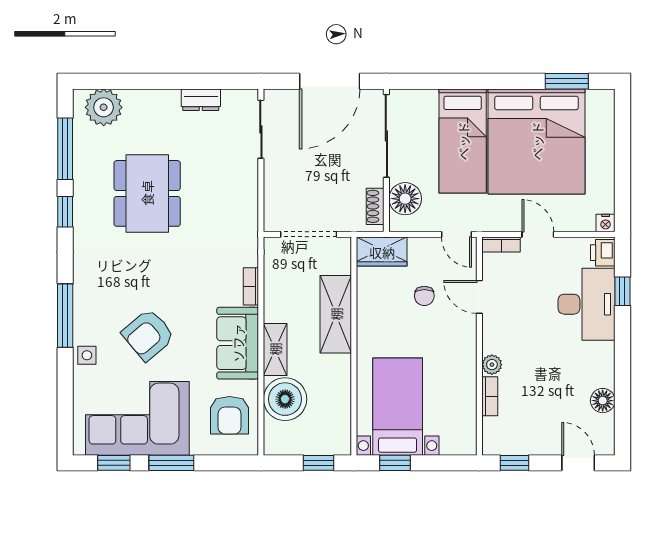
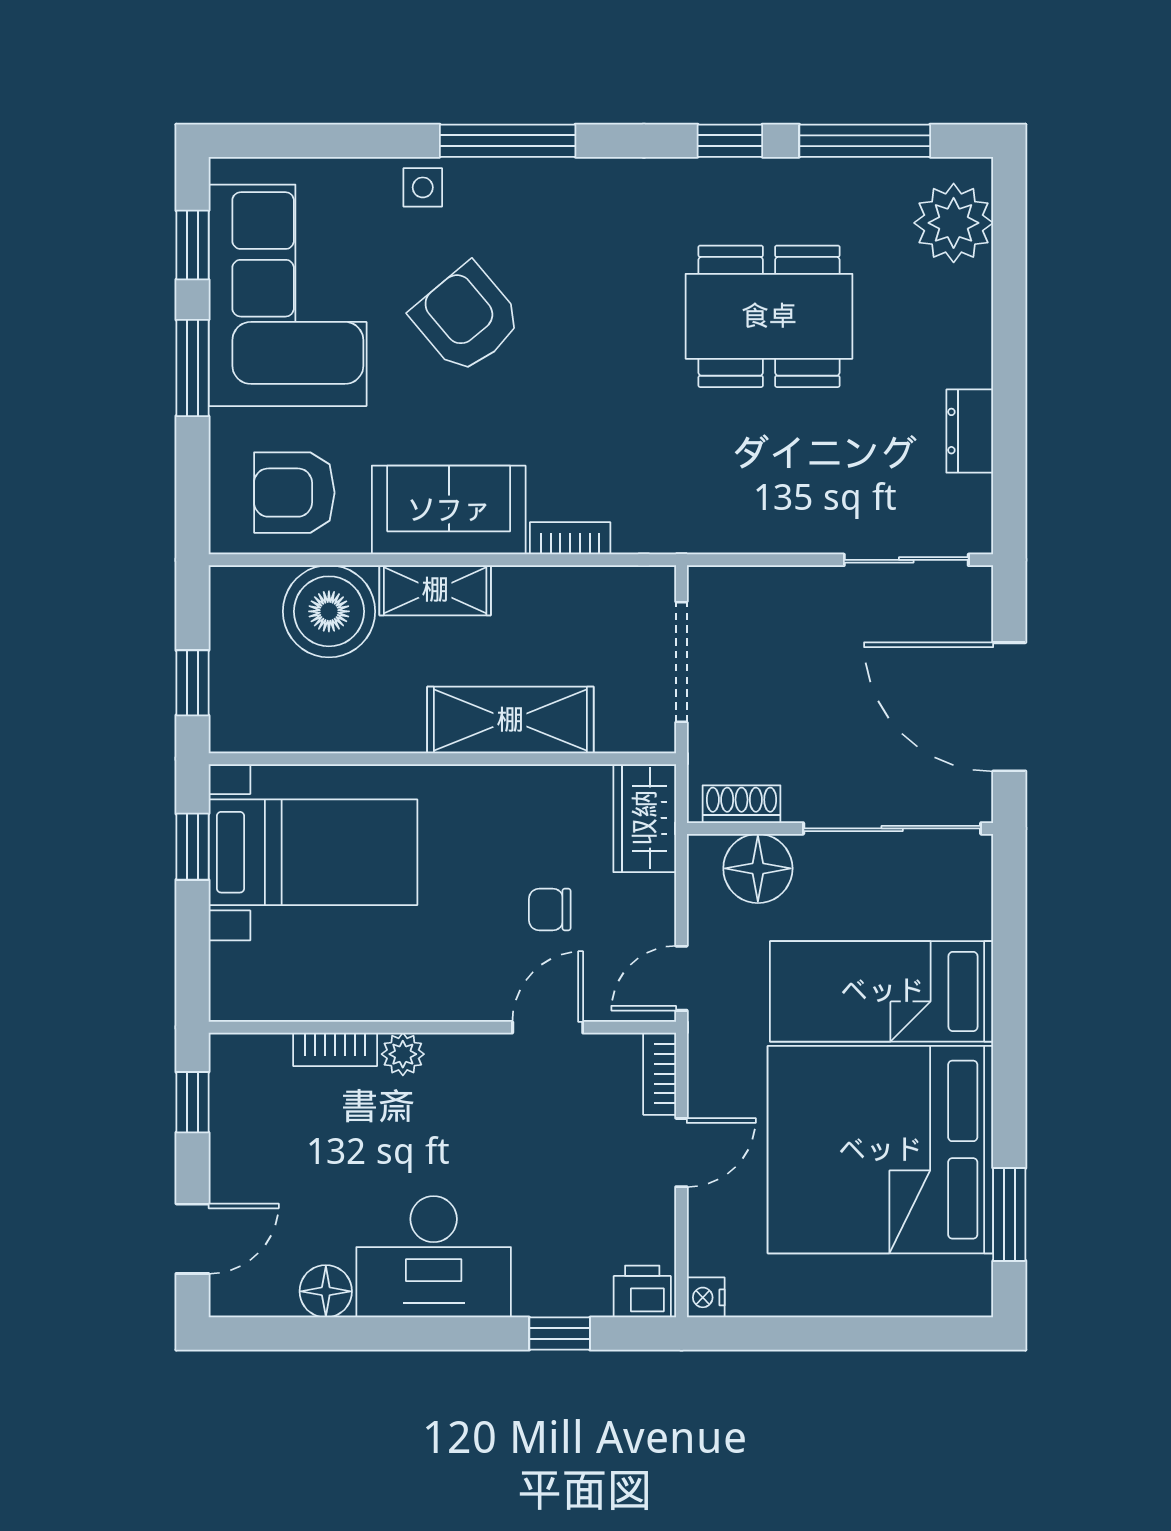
desk: (587, 304) -> (434, 1257), moved

